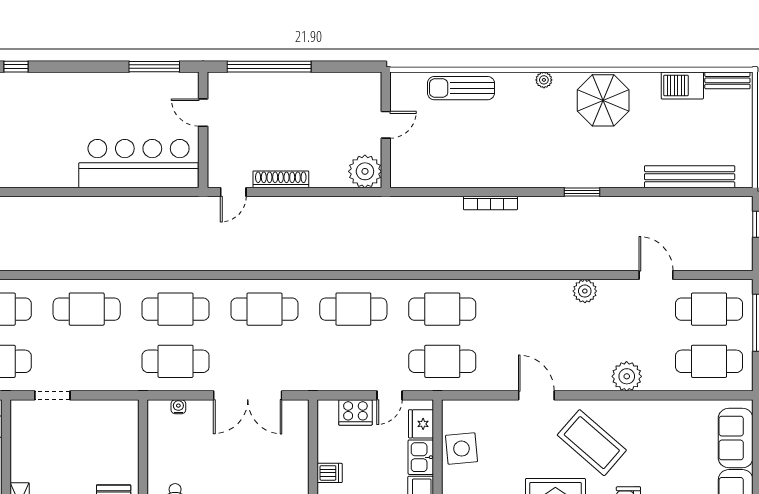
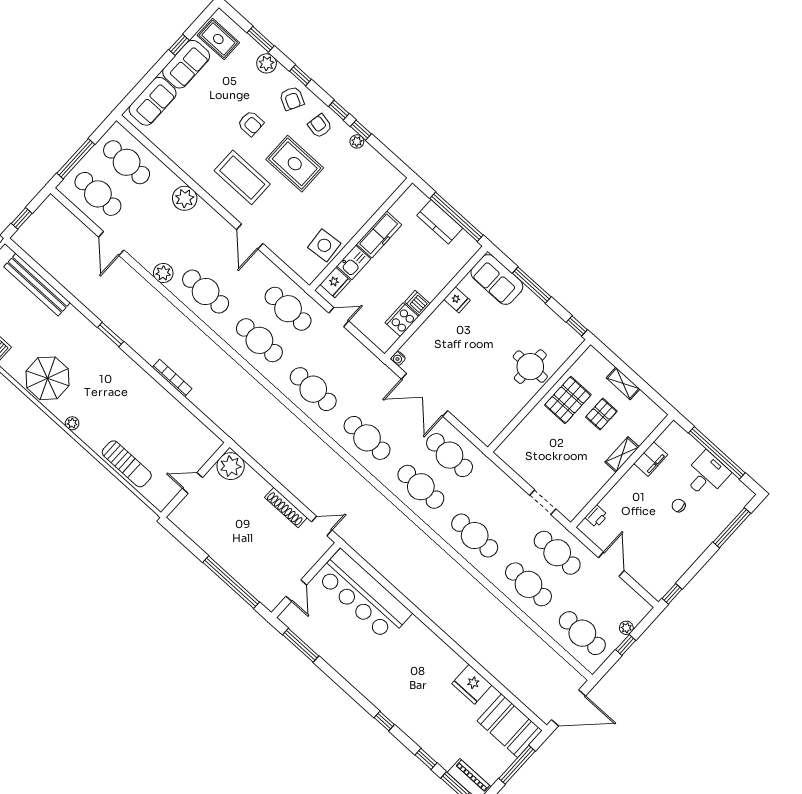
cafe table: (531, 309) -> (206, 292), added
double door: (248, 395) -> (425, 395), swing flipped
water cooler: (178, 407) -> (398, 358), moved
cooker: (355, 412) -> (402, 320), moved, turned -90
coffee table: (592, 443) -> (242, 177), turned -41

